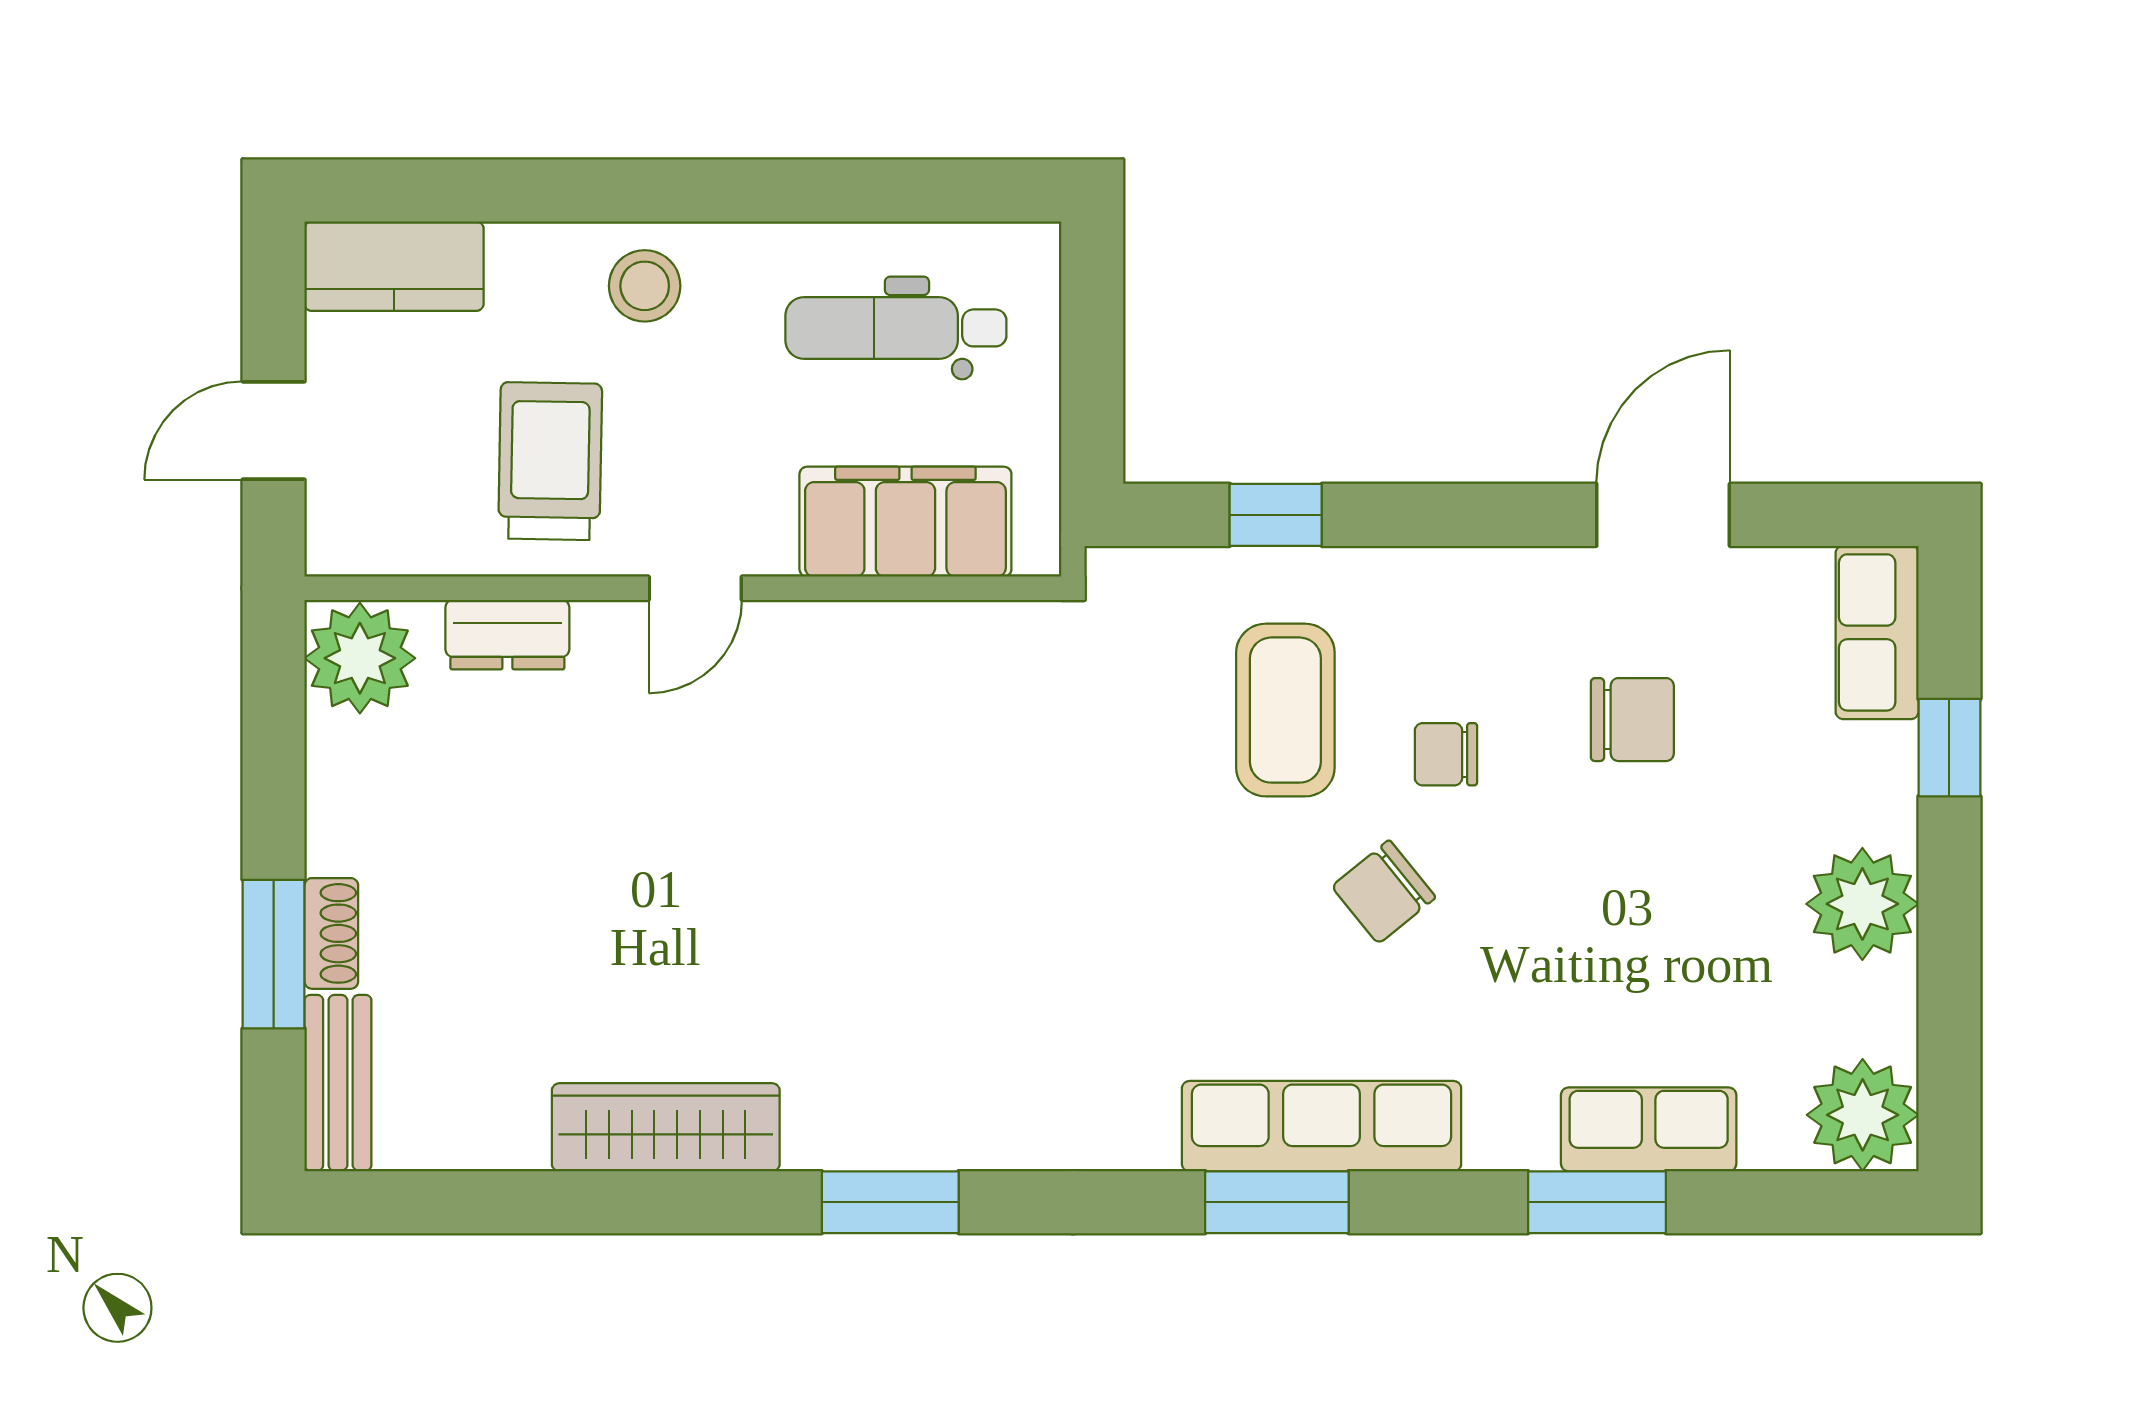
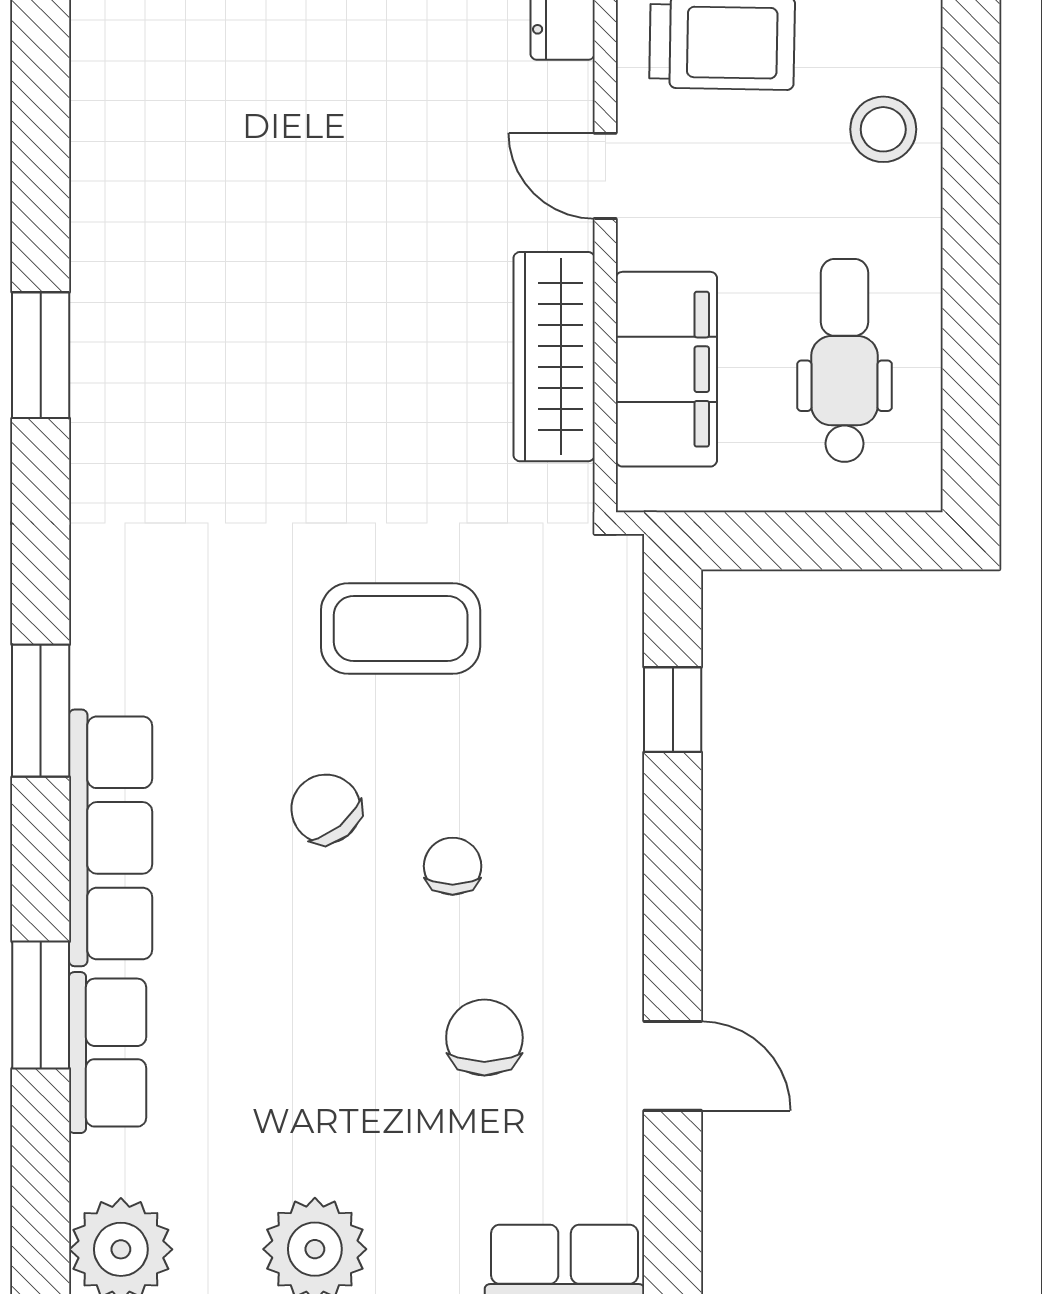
door: (1663, 515) -> (673, 1066), width x0.73
coffee table: (1285, 710) -> (401, 629), moved
chair: (1632, 720) -> (484, 1038), turned 180
row of seats: (1322, 1126) -> (111, 838), moved
wardrobe: (666, 1127) -> (554, 357), moved, turned 180

